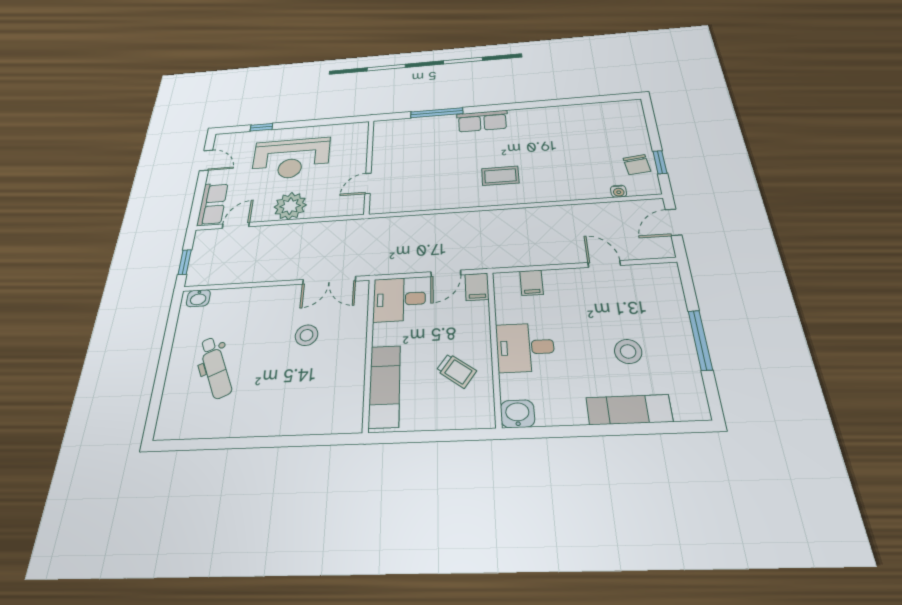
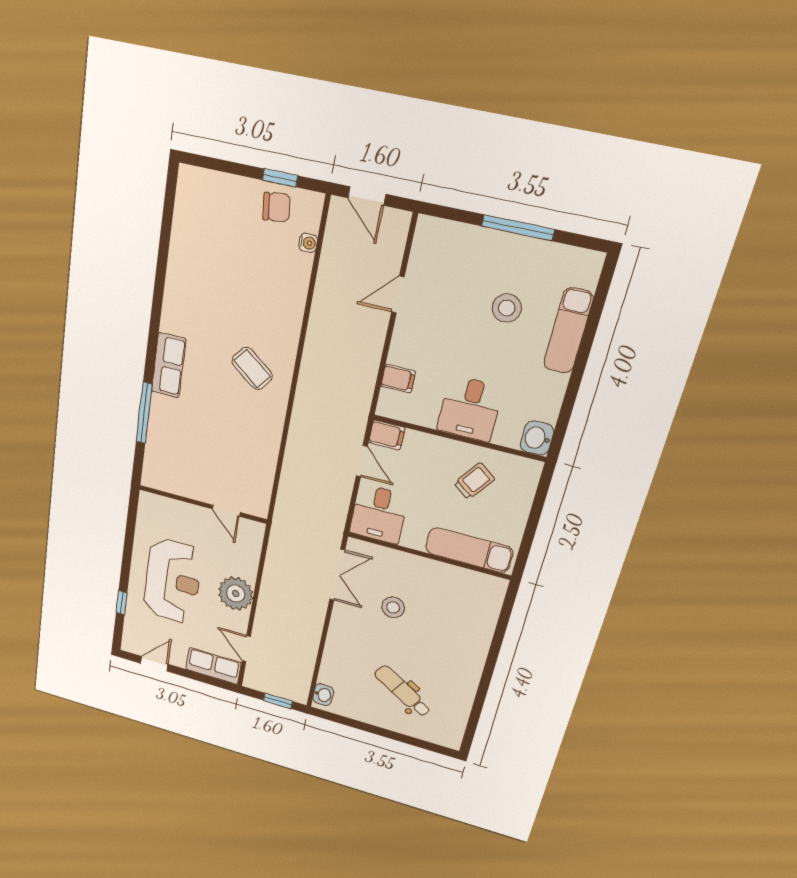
coffee table: (500, 176) -> (252, 369), turned -53
dental chair: (215, 367) -> (403, 691), turned -125

